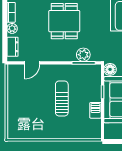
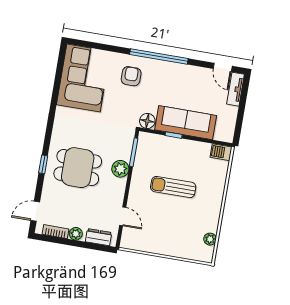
plant: (83, 55) -> (120, 169), moved
barbecue: (96, 110) -> (221, 152), moved
plant: (26, 134) -> (210, 239), added

